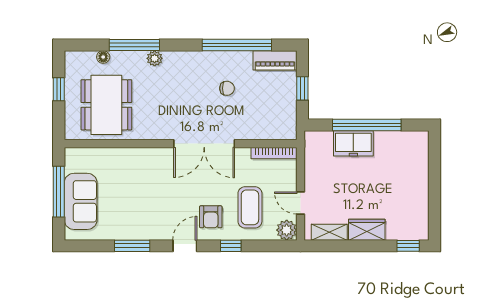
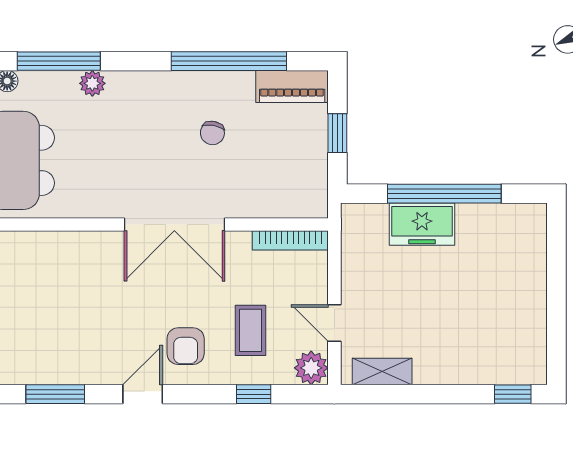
chair: (227, 88) -> (212, 133), turned 100
coffee table: (250, 207) -> (251, 330), width x0.73, depth x0.77
wardrobe: (367, 230) -> (444, 367), removed
window: (231, 246) -> (254, 394), moved

